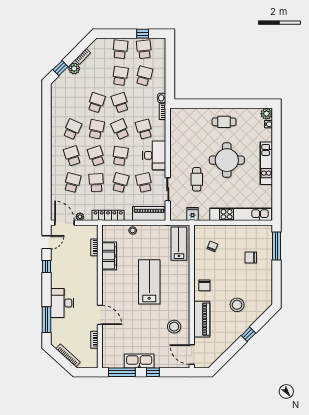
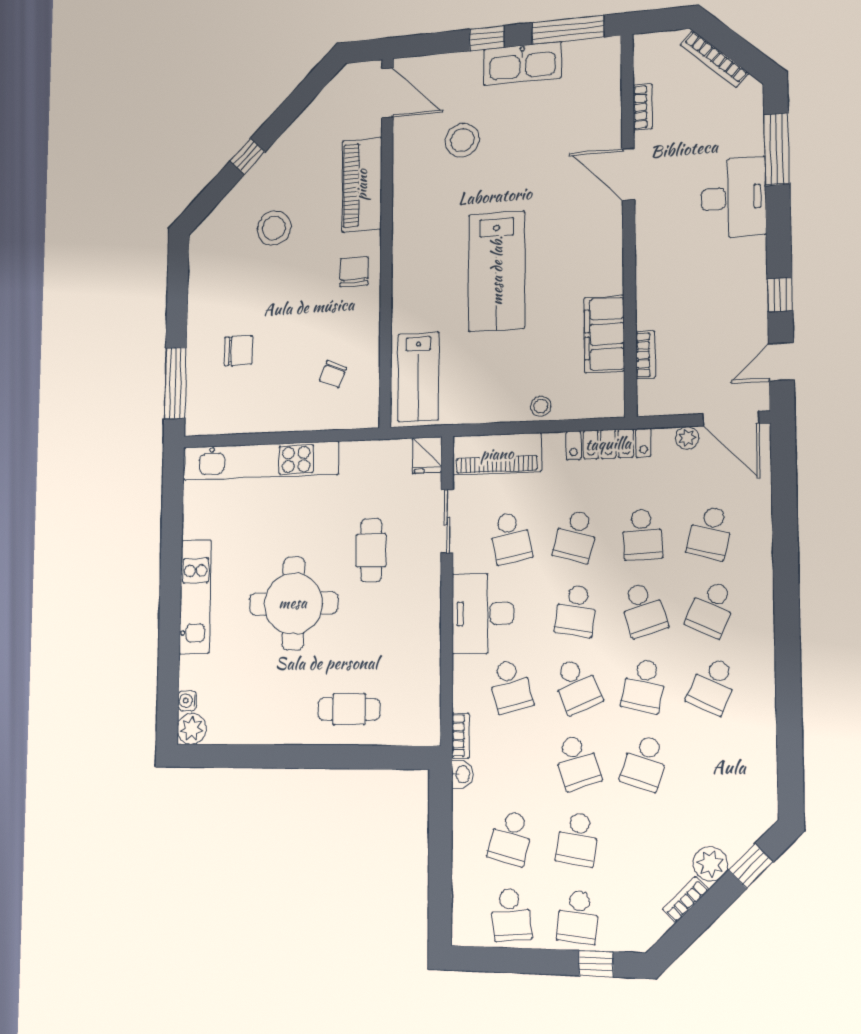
window: (143, 34) -> (596, 964), moved
cafe table: (224, 122) -> (349, 709), moved
school desk: (72, 156) -> (711, 609), turned 42
fridge: (193, 214) -> (427, 455), moved
stool: (174, 327) -> (462, 140), moved

